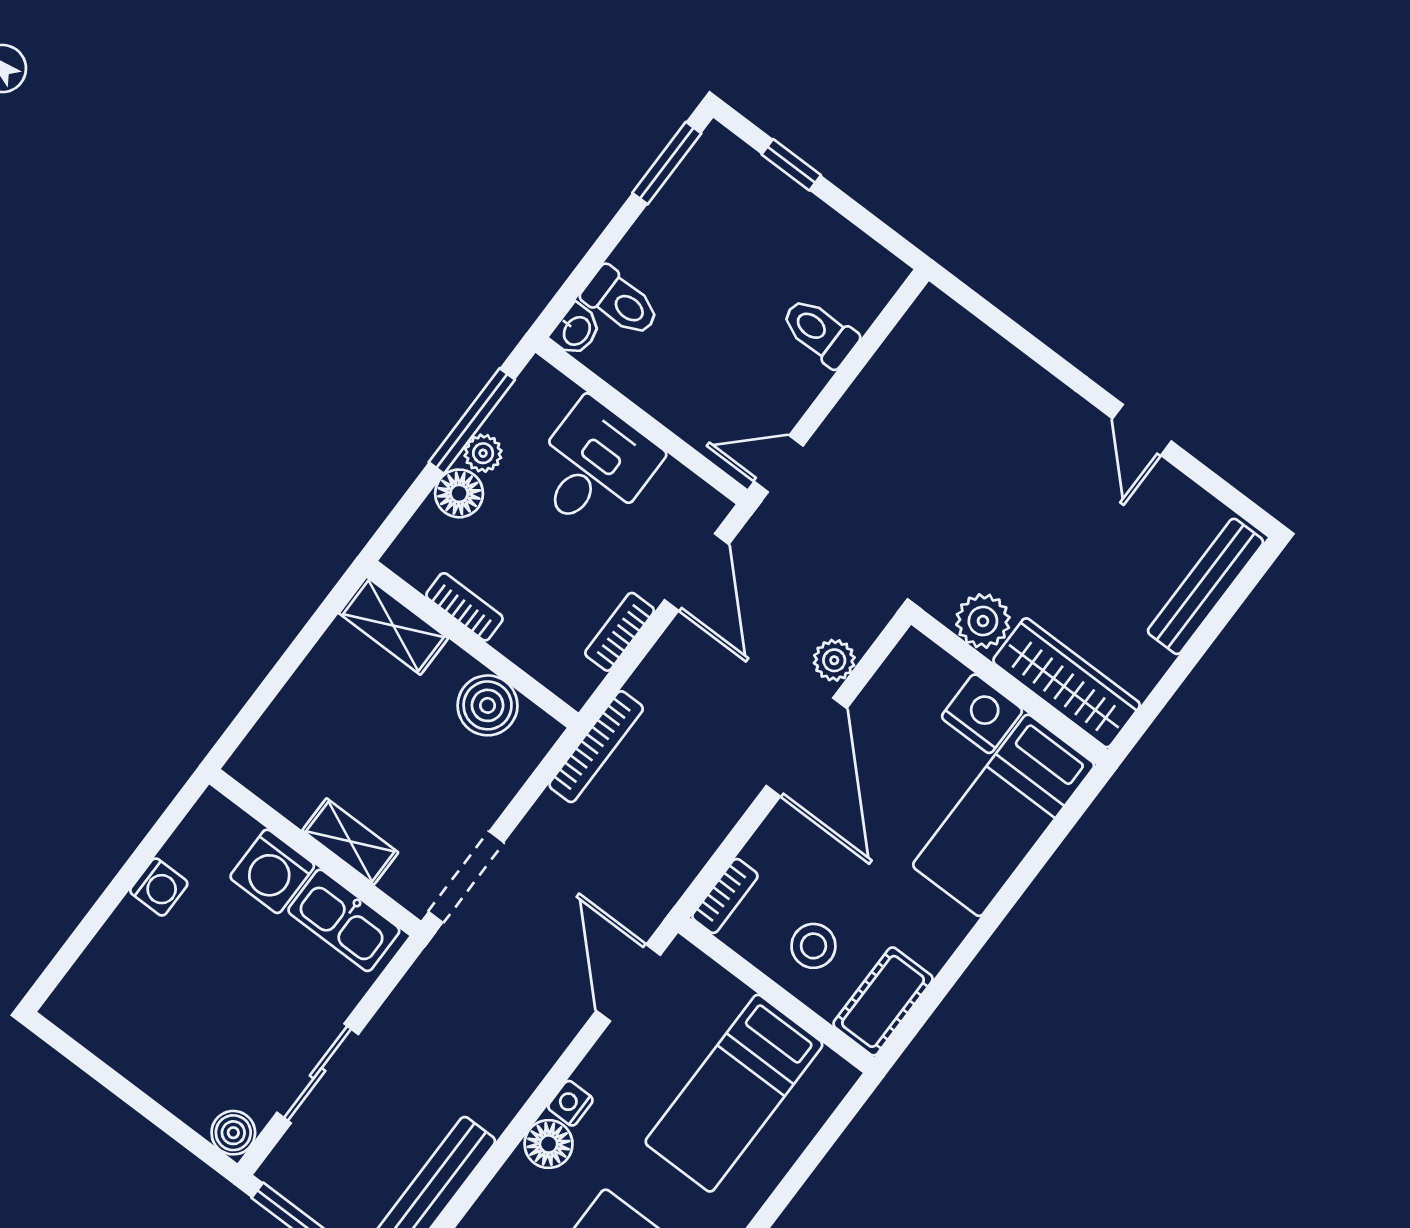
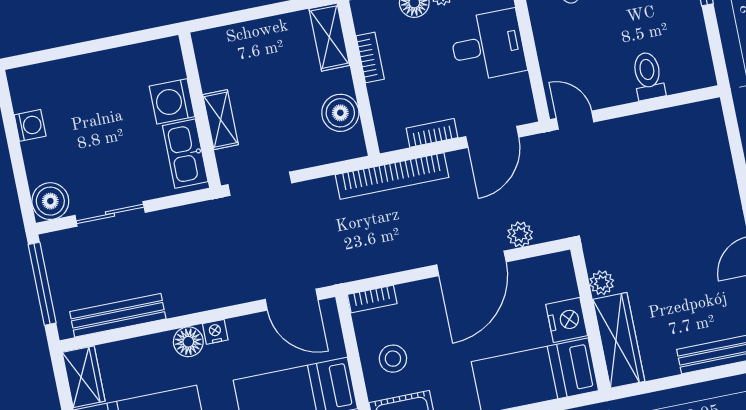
plant: (983, 621) -> (602, 283), width x0.73, depth x0.73
bookcase: (596, 747) -> (392, 176), width x1.48, depth x1.31
washing machine: (159, 887) -> (30, 125), moved, turned -90
door: (628, 983) -> (292, 300), swing flipped
boiler: (233, 1133) -> (50, 201), width x1.36, depth x1.36

